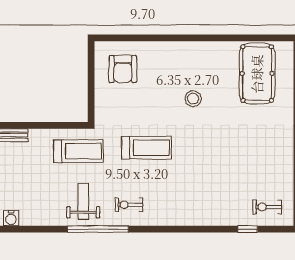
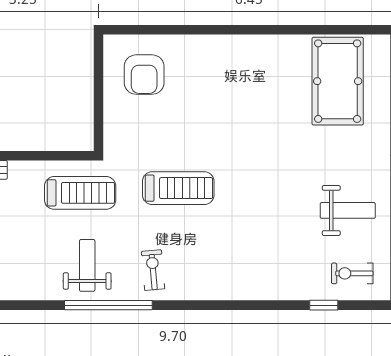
stool: (193, 99) -> (245, 117), removed
weight bench: (264, 163) -> (348, 210), added
exercise bike: (129, 205) -> (153, 270), turned 85

